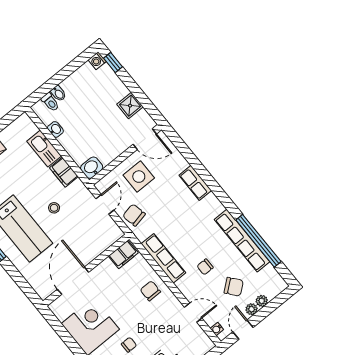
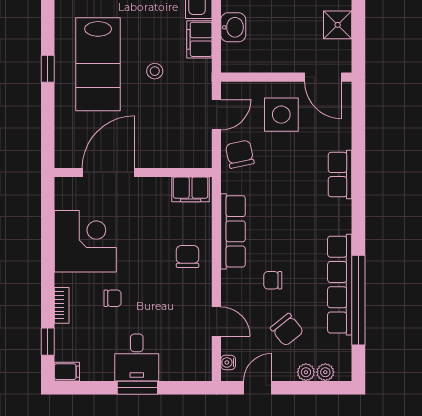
washbasin: (92, 168) -> (233, 27), moved, turned 90
plant: (252, 309) -> (325, 372), moved

